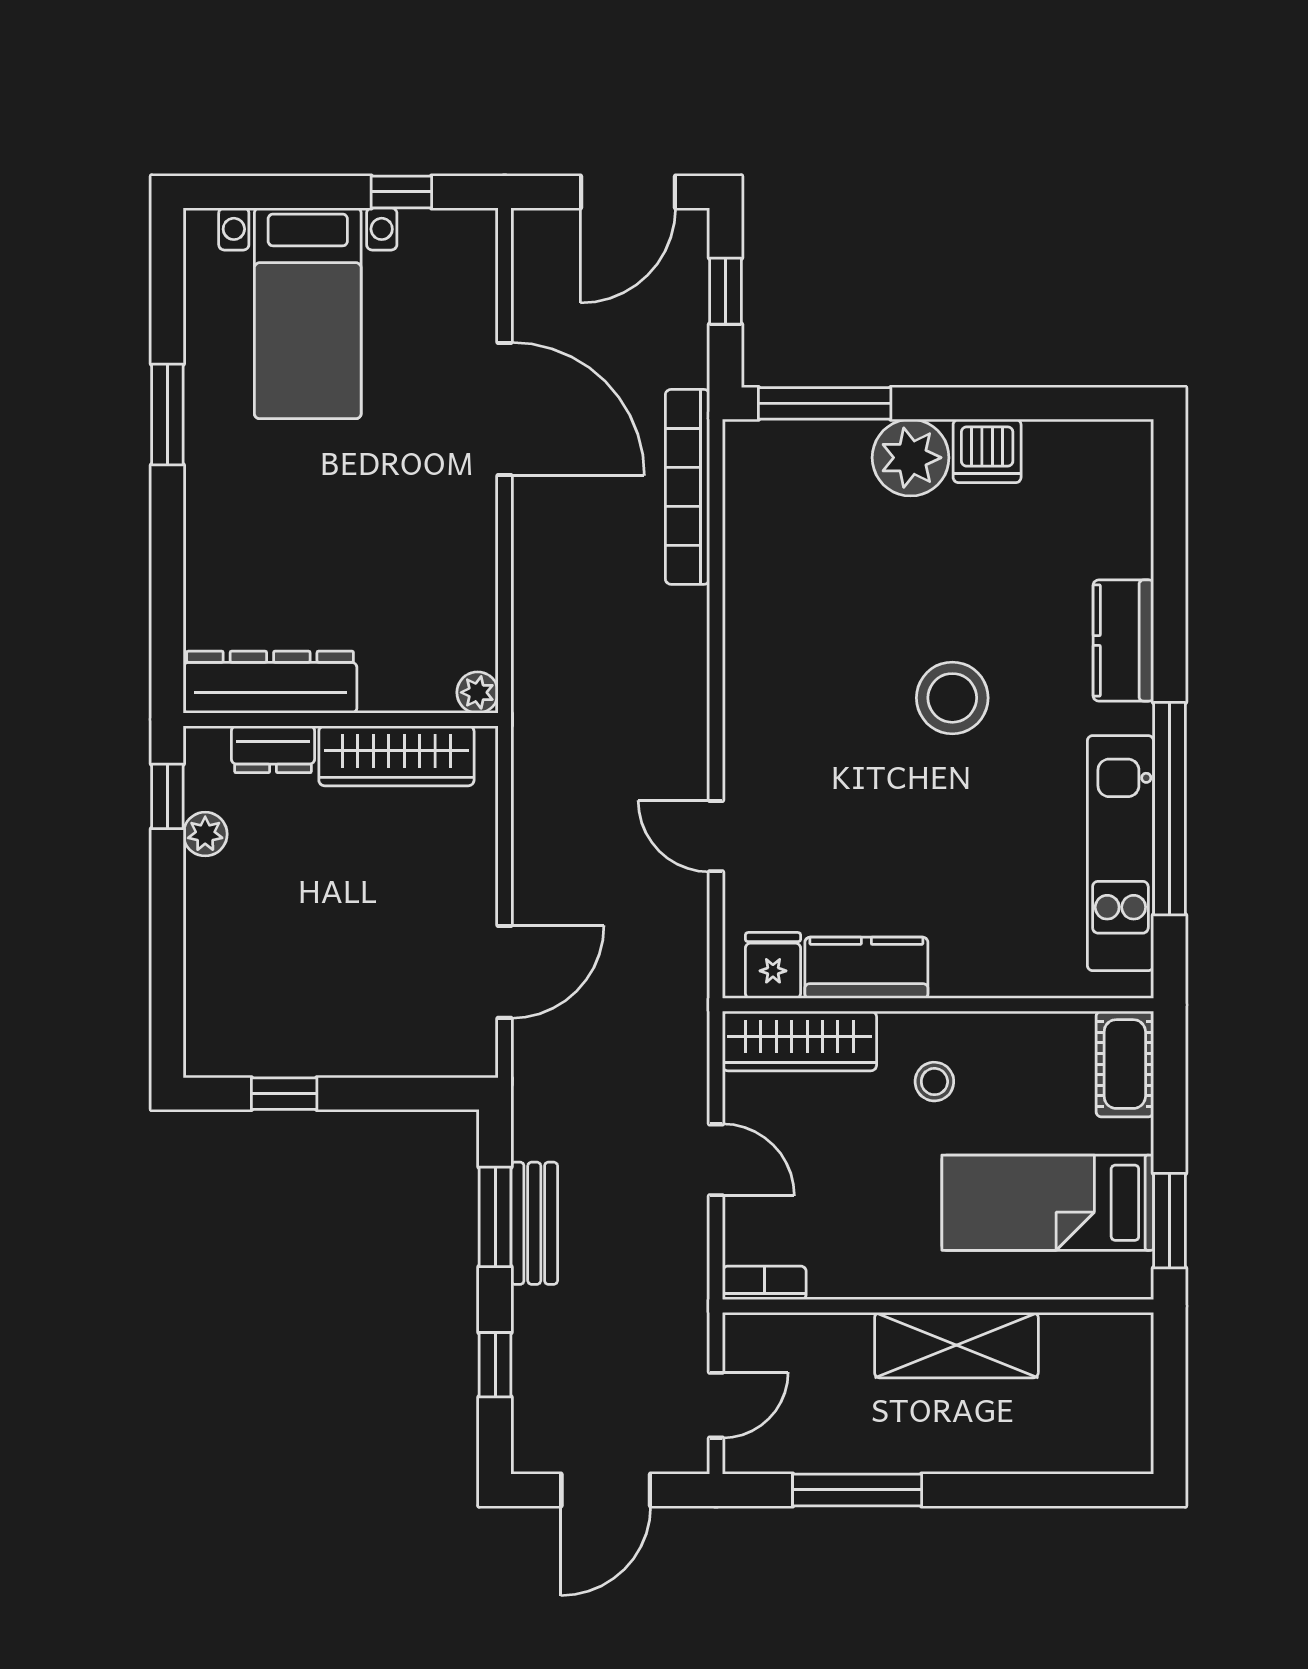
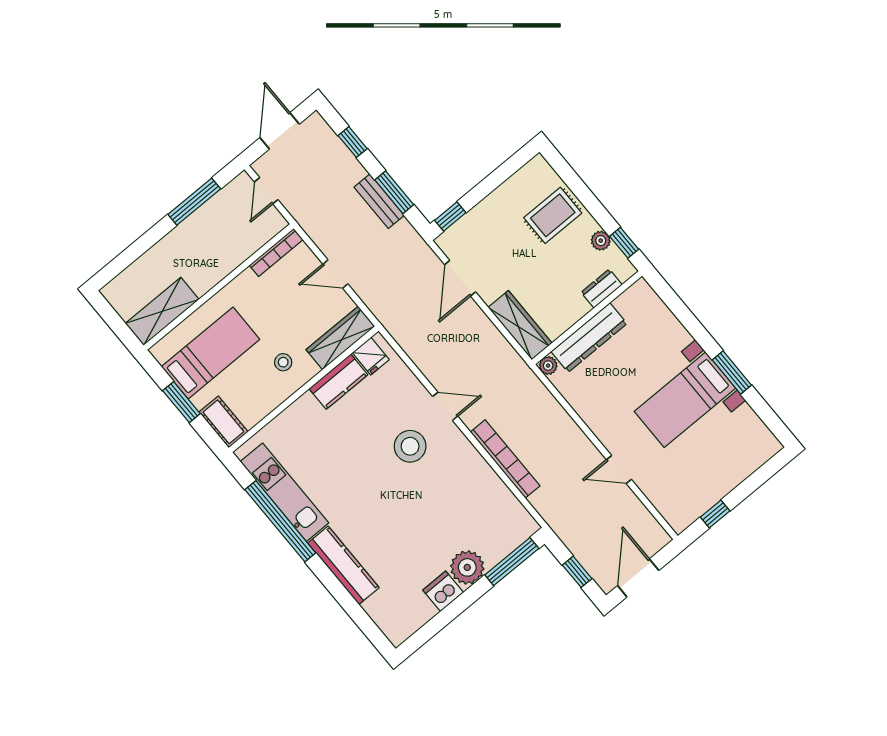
bed with nightstands: (308, 313) -> (685, 400), moved, turned -90
door: (505, 409) -> (619, 469), width x0.53
bookcase: (688, 487) -> (505, 459), moved
kitchen counter: (1123, 641) -> (343, 565), width x1.50
dresser: (270, 682) -> (589, 338), moved
stool: (952, 698) -> (410, 446), moved
wardrobe: (396, 756) -> (520, 325), moved, turned 90
door: (716, 836) -> (445, 406), moved
rug: (252, 948) -> (553, 215), added
window: (284, 1094) -> (450, 217), moved
window: (1169, 1221) -> (181, 402), moved
bookcase: (764, 1283) -> (276, 252), width x1.56
shelving: (956, 1345) -> (162, 311), moved

